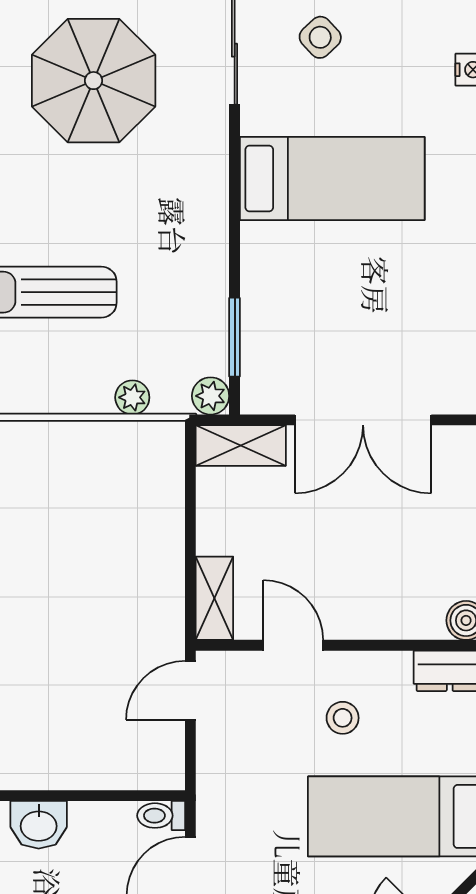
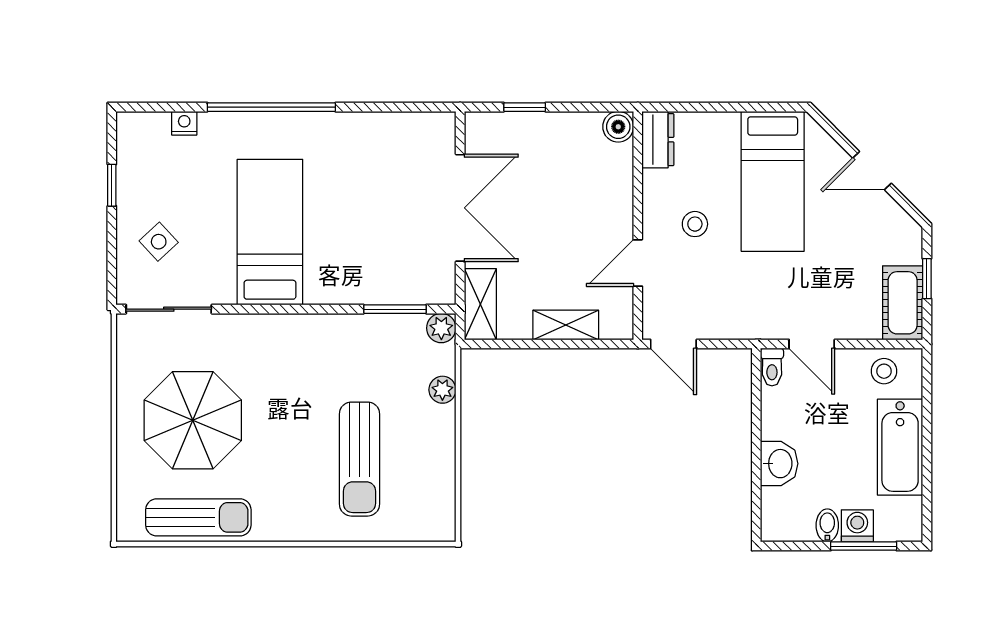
shelving: (214, 598) -> (566, 325), moved

